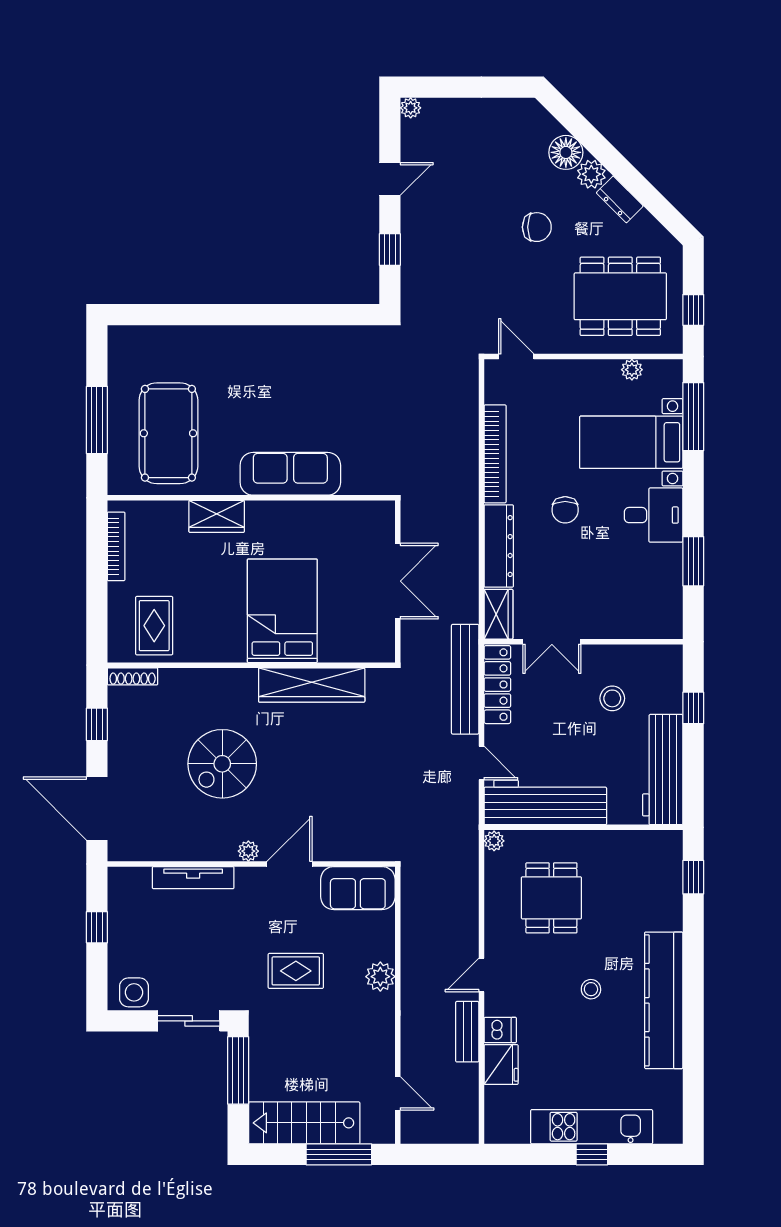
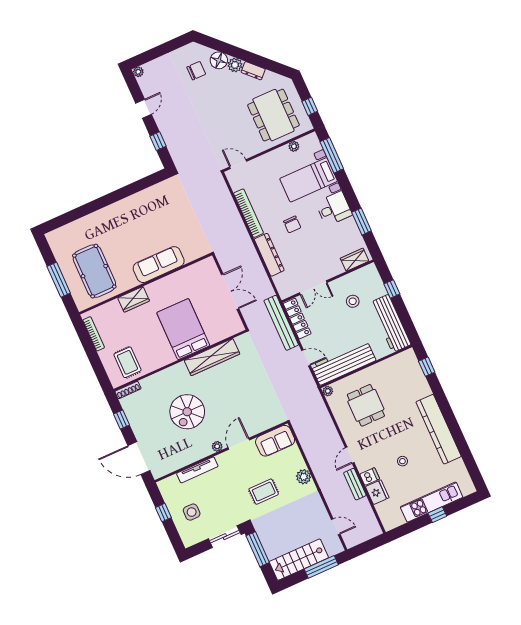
chair: (537, 227) -> (196, 71), moved
dining table: (620, 296) -> (273, 115), turned 90
wardrobe: (498, 614) -> (355, 260), moved, turned -90
stool: (591, 989) -> (402, 461), moved
side table: (134, 992) -> (192, 512), moved

